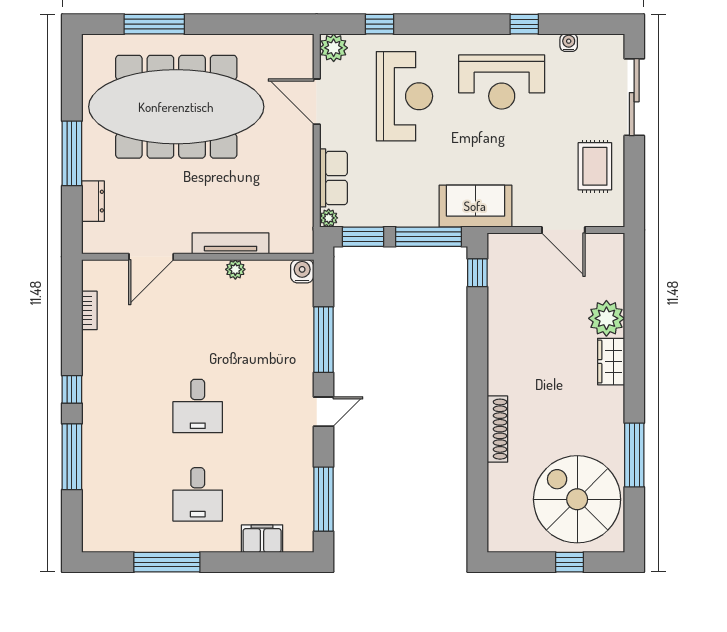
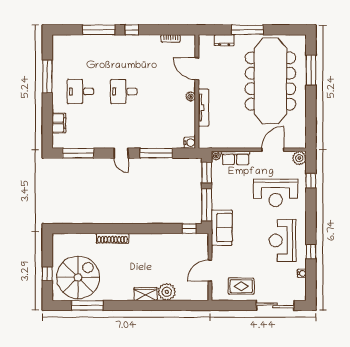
plant: (235, 269) -> (191, 97), moved
window: (634, 455) -> (87, 305), moved

